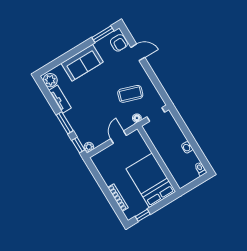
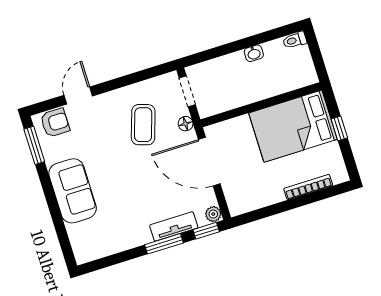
plant: (50, 80) -> (88, 250), removed
tv unit: (60, 99) -> (174, 226), moved
door: (118, 137) -> (209, 162), width x1.88
window: (143, 215) -> (339, 128), moved

